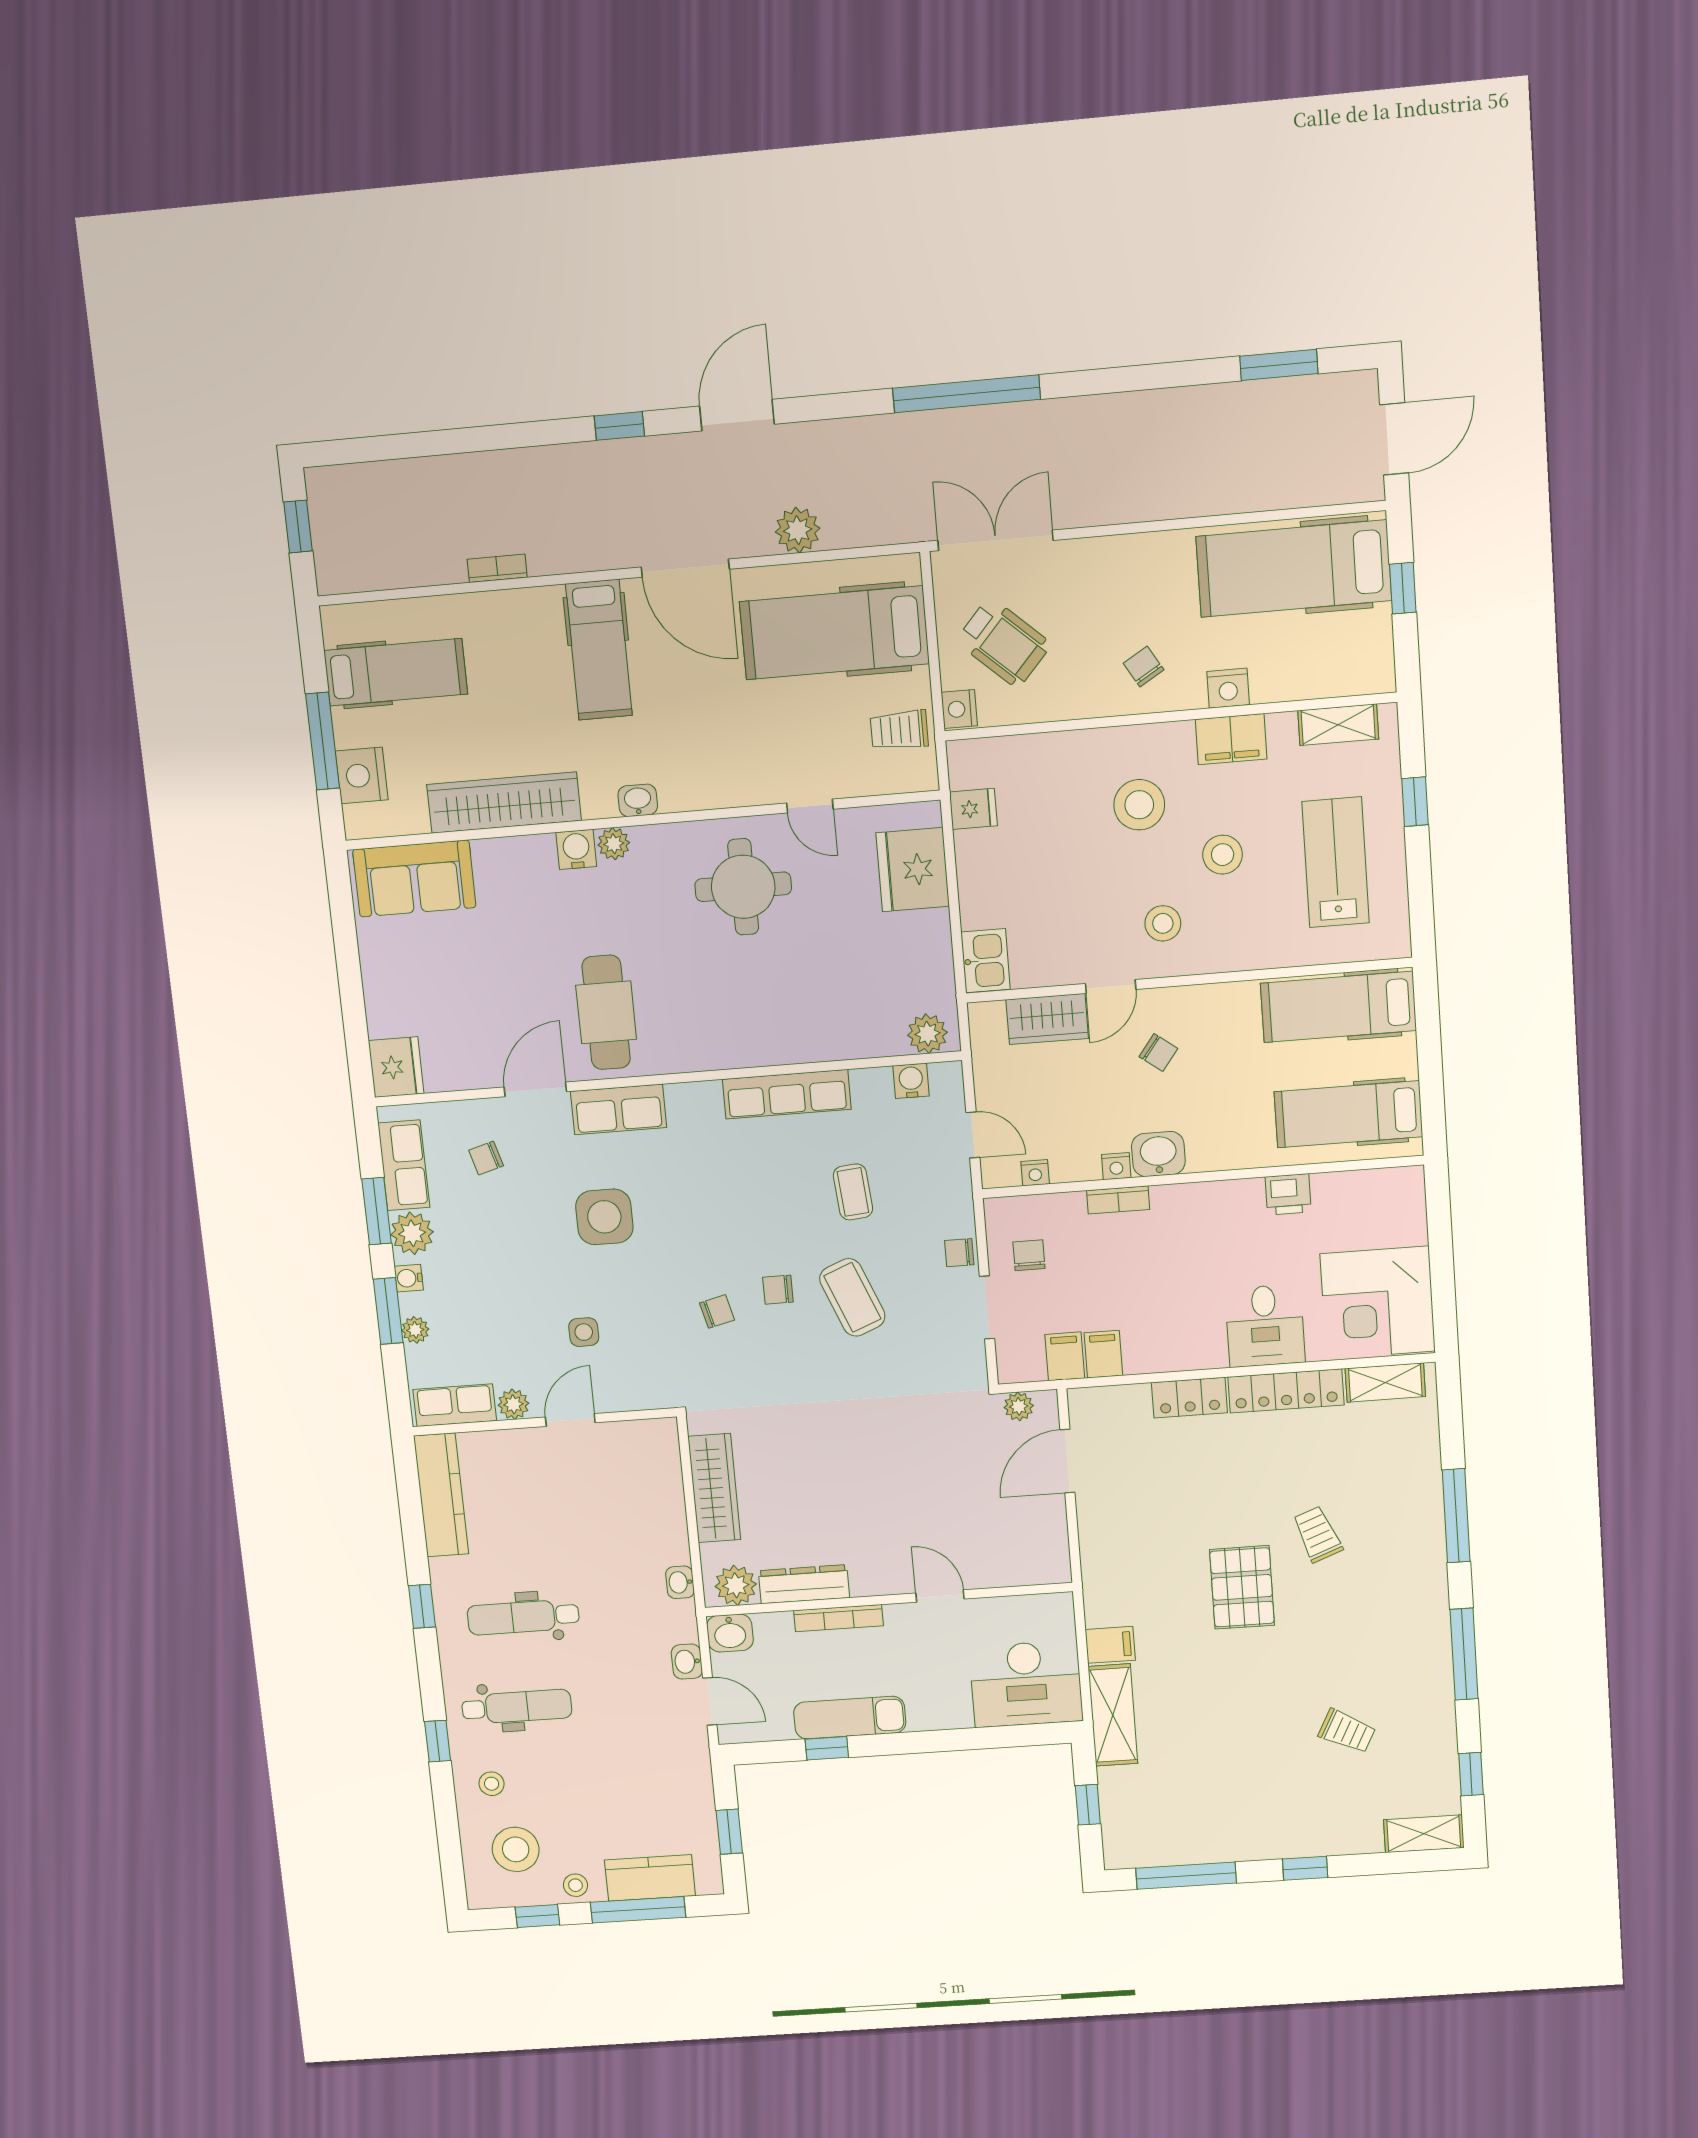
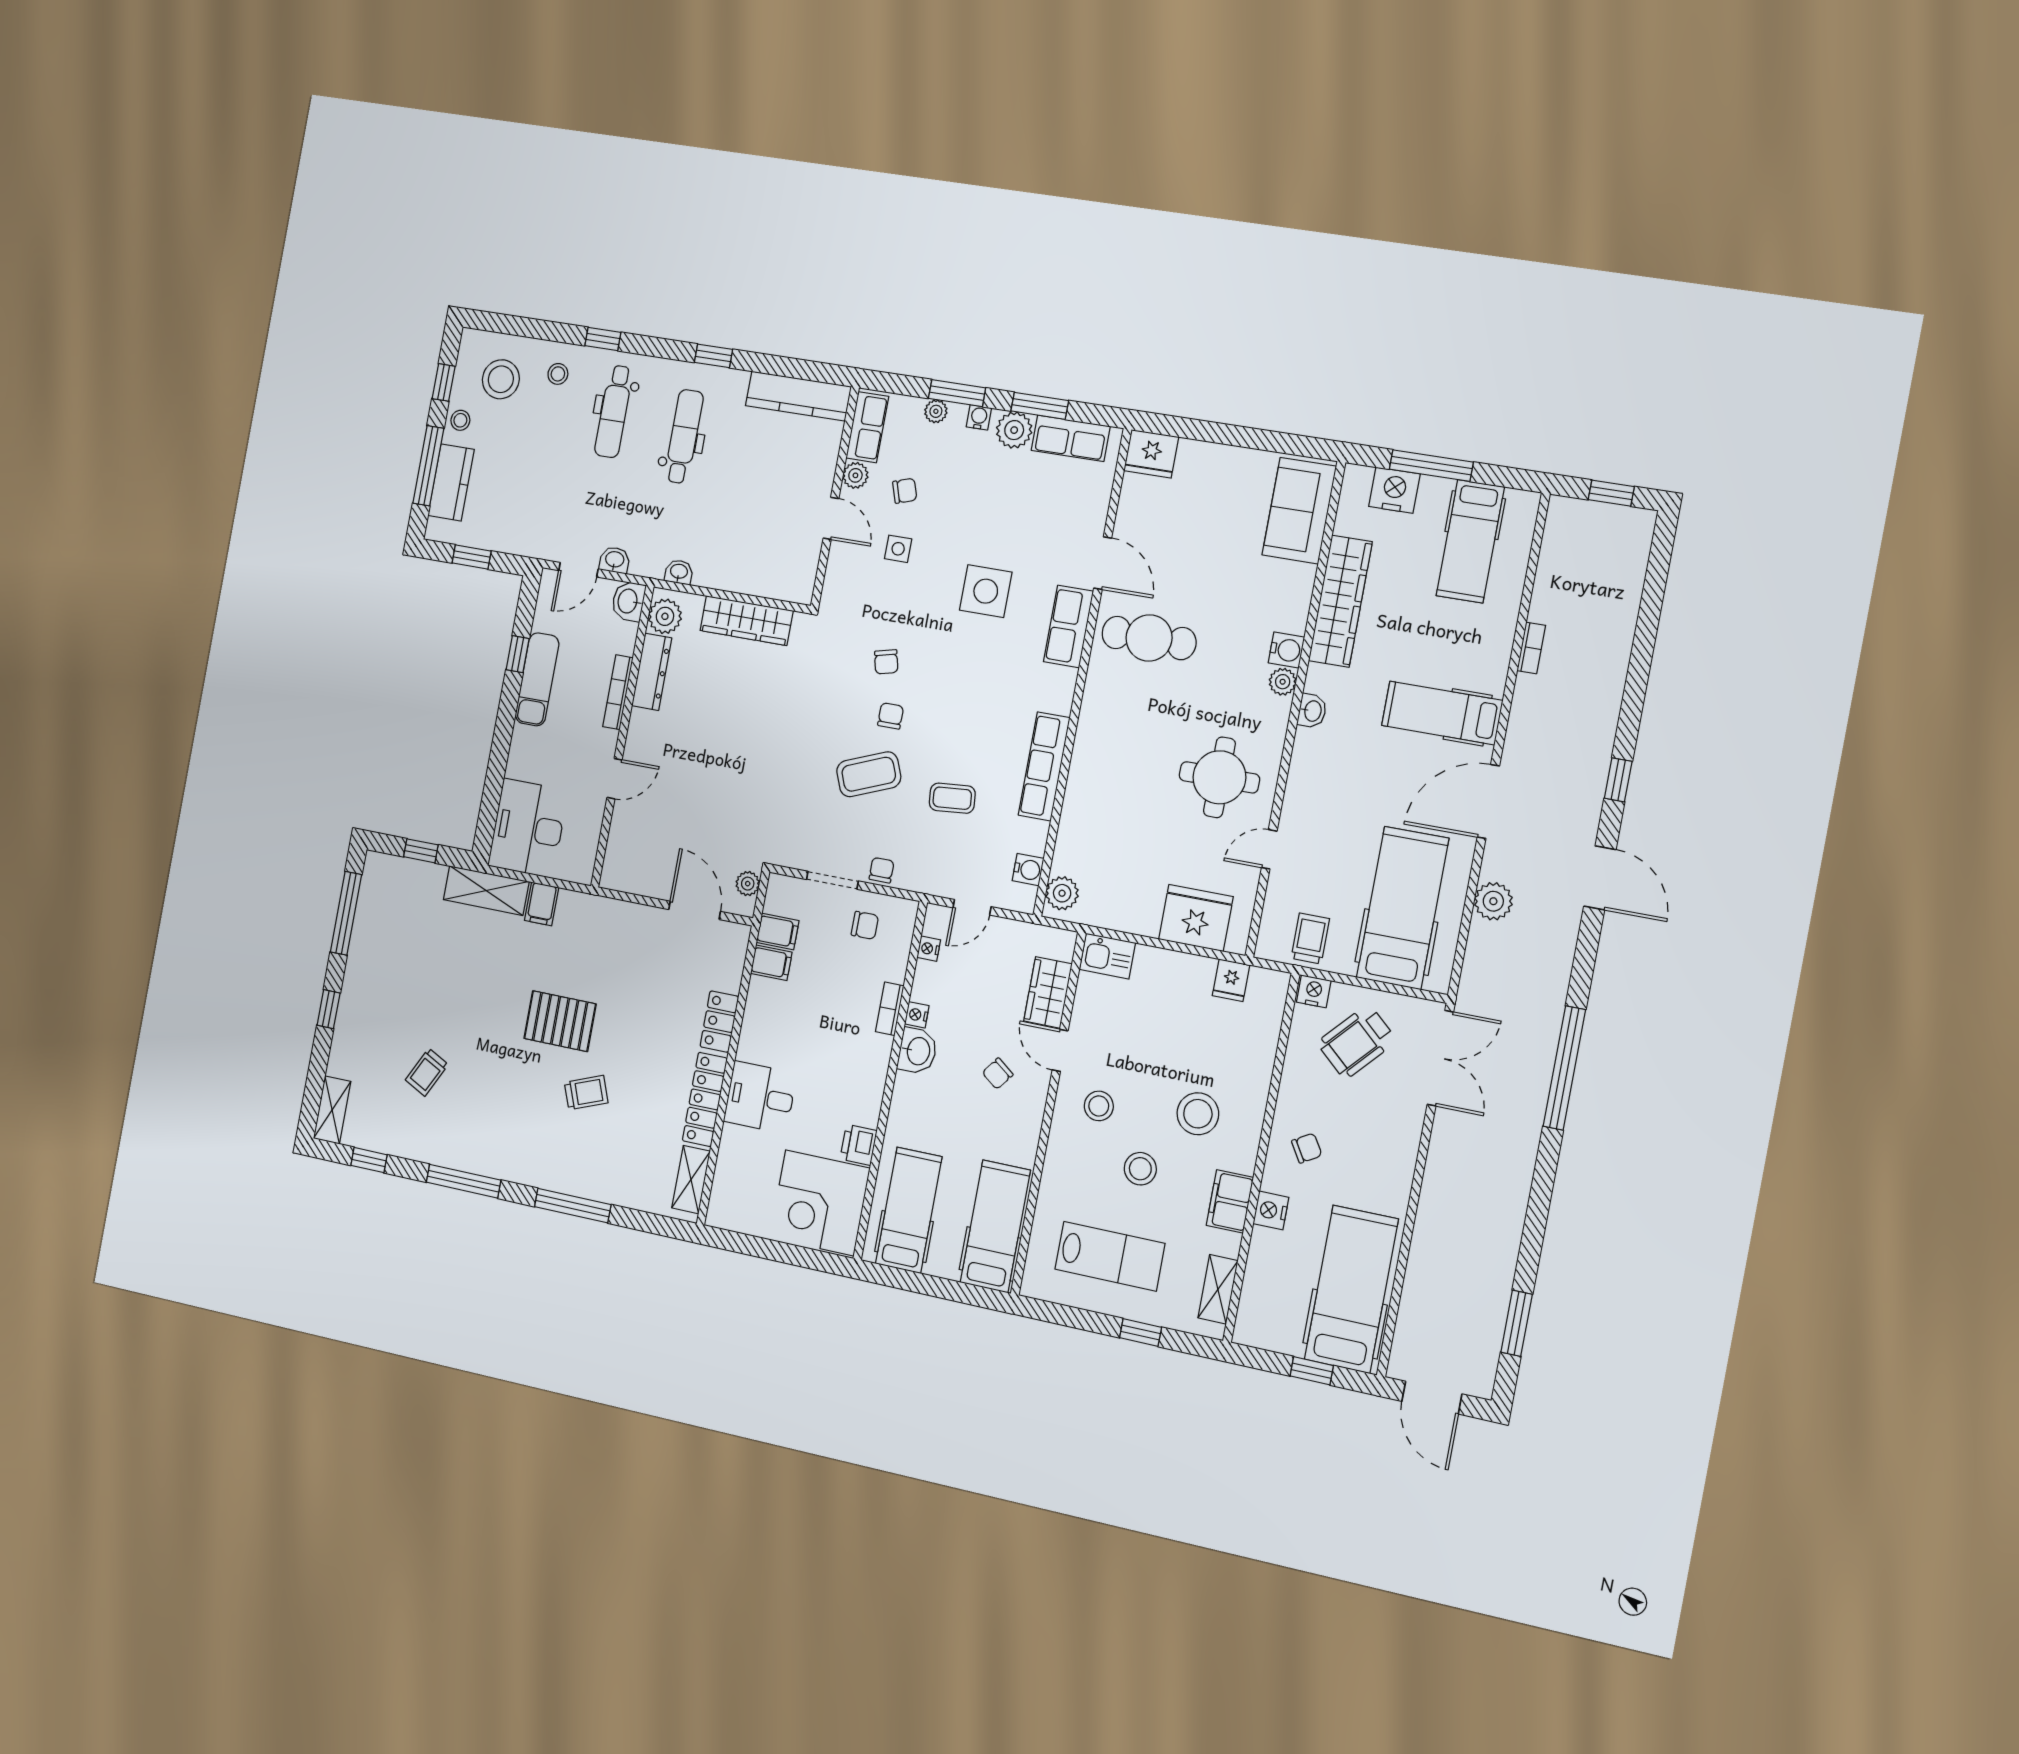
chair: (486, 1158) -> (905, 491), moved, turned 88
corner desk: (1378, 1302) -> (820, 1203), moved, turned -90

